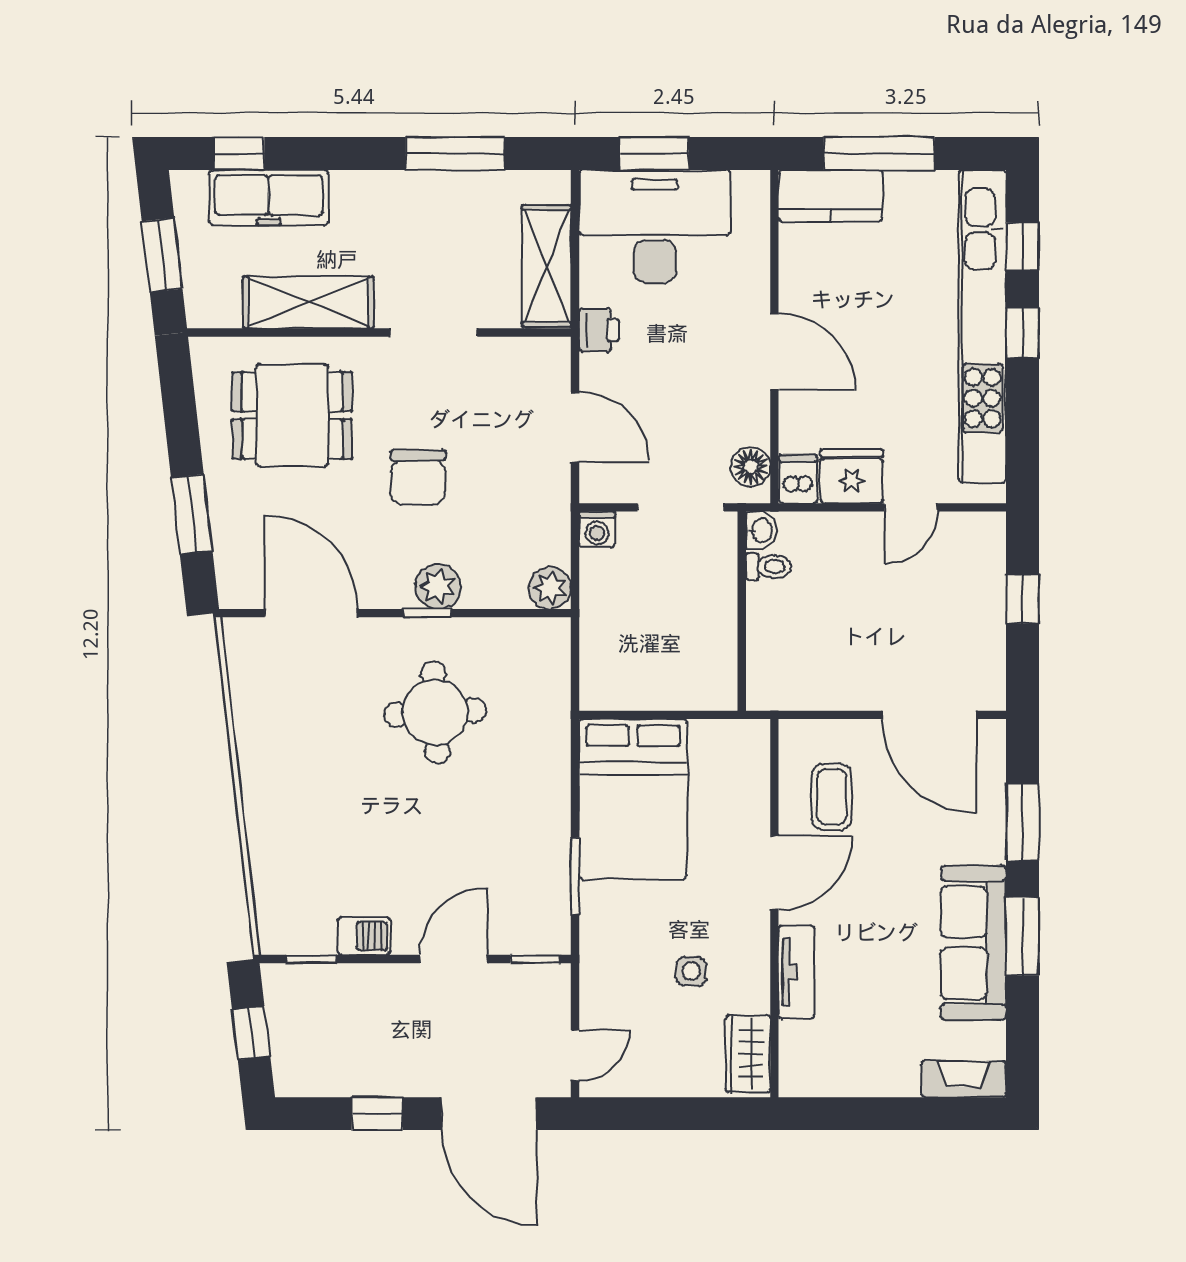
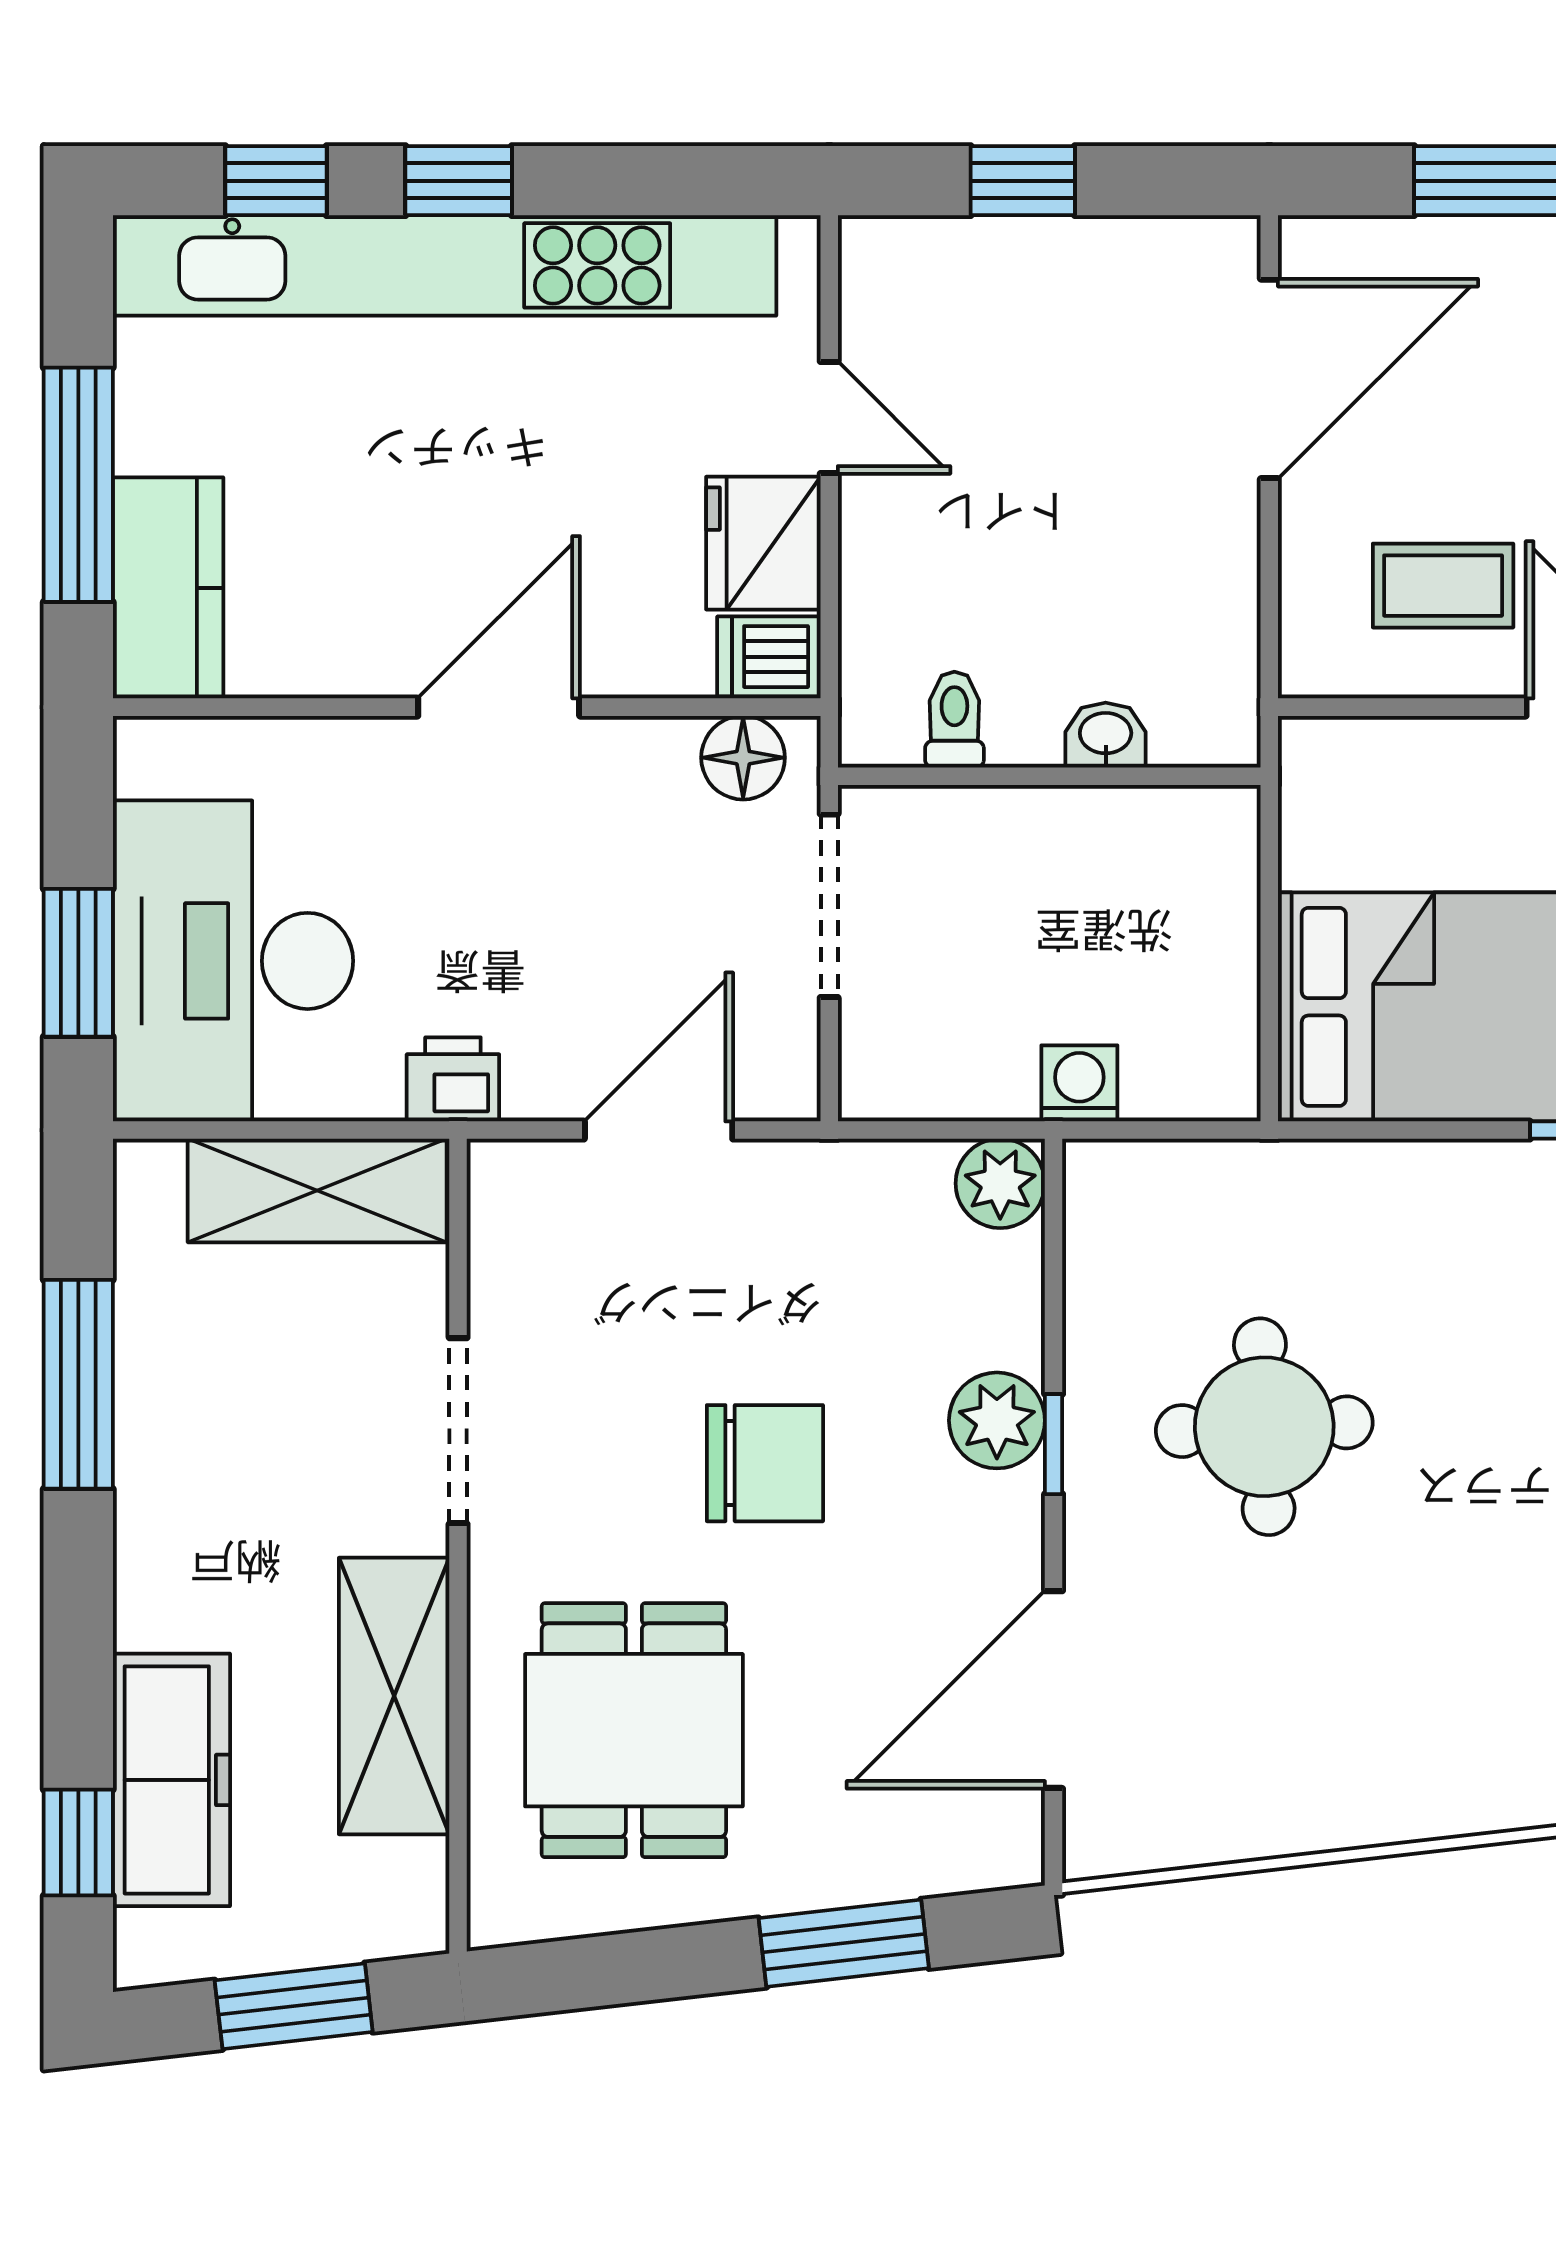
washing machine: (597, 529) -> (1079, 1083), moved, turned -90
washbasin: (761, 530) -> (1106, 735), moved

